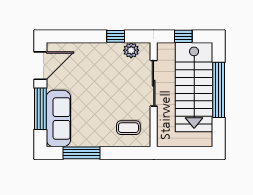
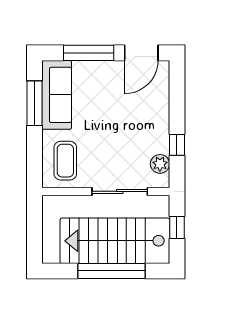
door: (40, 66) -> (141, 53), hinge flipped
sofa: (58, 118) -> (57, 95), moved, turned -90
coffee table: (128, 128) -> (65, 161), width x1.36, depth x1.30

